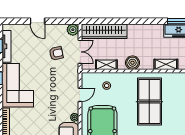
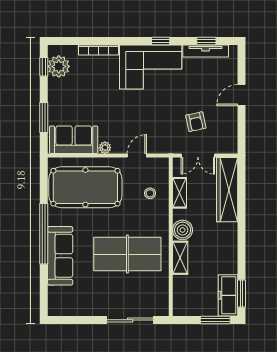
plant: (73, 30) -> (229, 145), removed
shelving: (166, 64) -> (180, 258), moved
door: (80, 95) -> (137, 155), swing flipped

